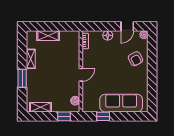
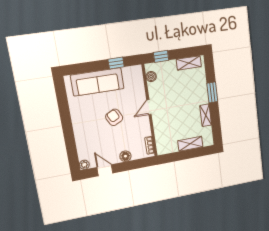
door: (127, 26) -> (105, 170), hinge flipped
armchair: (135, 59) -> (114, 117), moved

